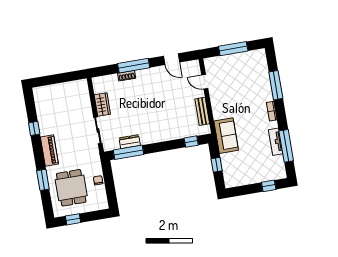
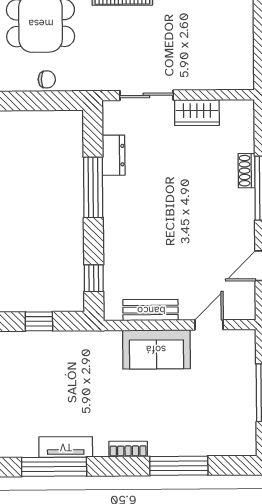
sofa: (226, 136) -> (156, 349), moved
window: (128, 152) -> (93, 187), moved

